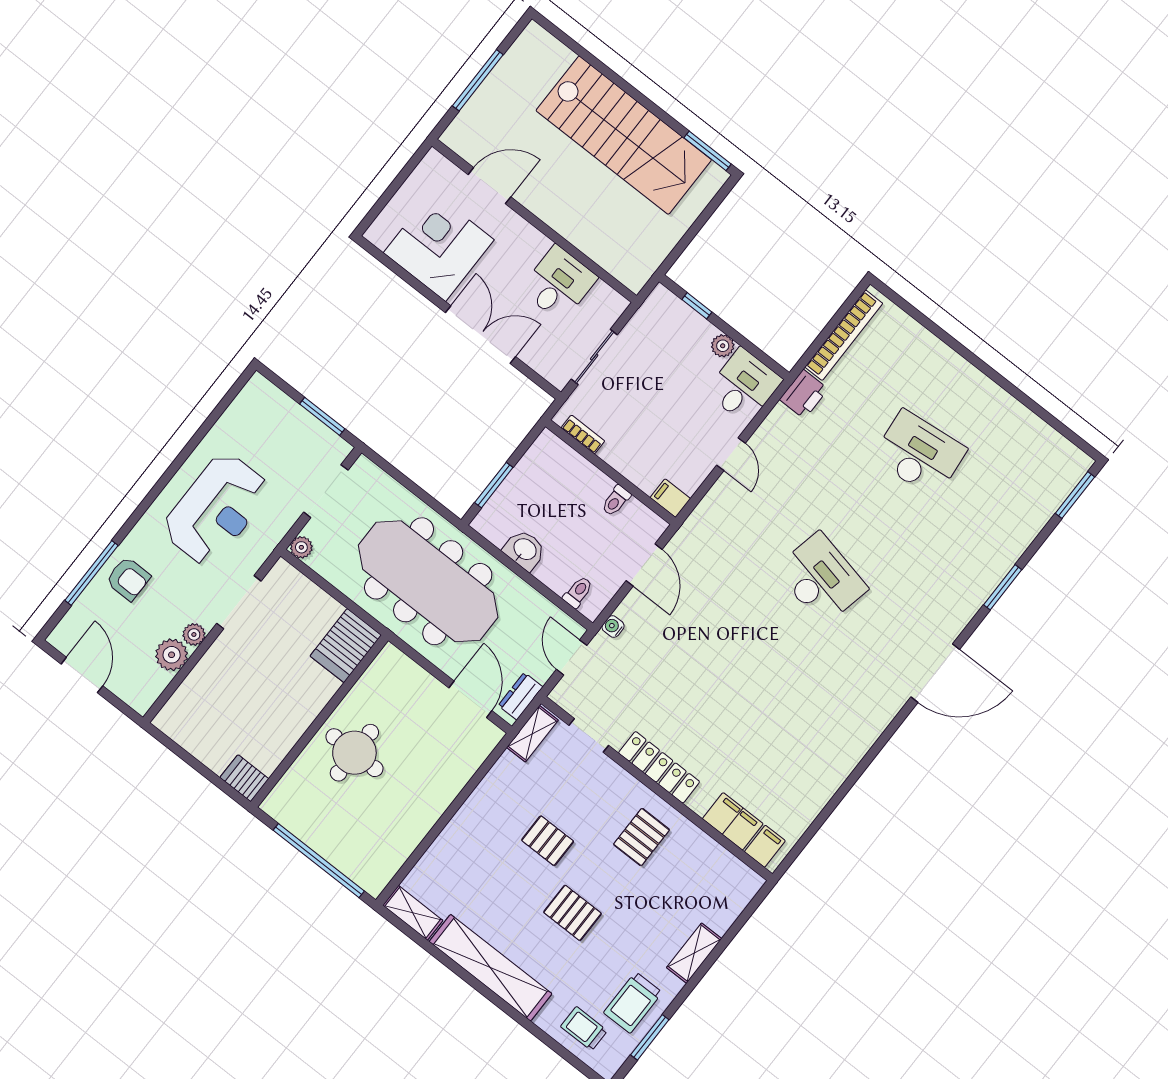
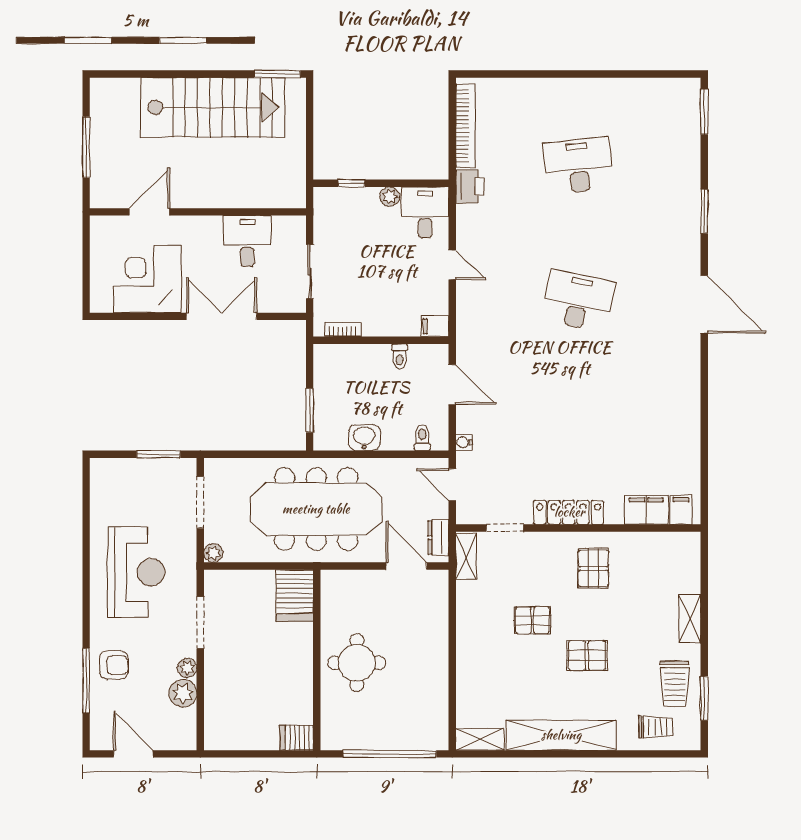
door: (935, 673) -> (704, 304), hinge flipped
trolley: (584, 1029) -> (656, 727), turned 180

